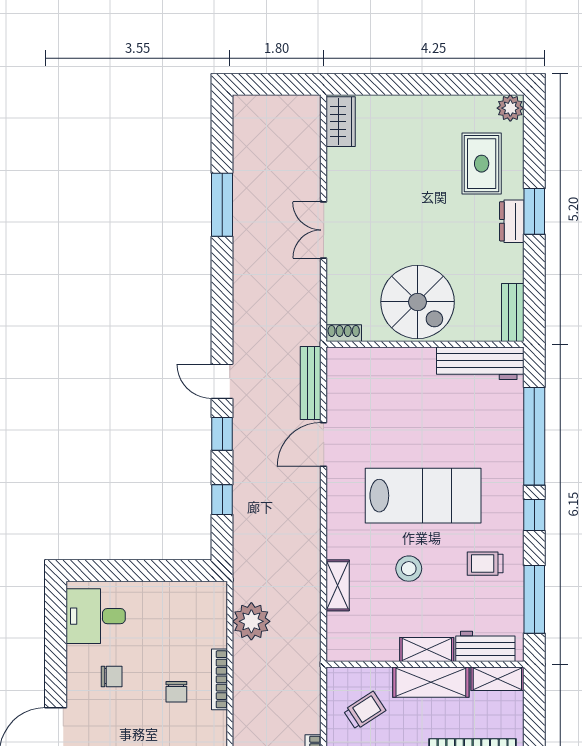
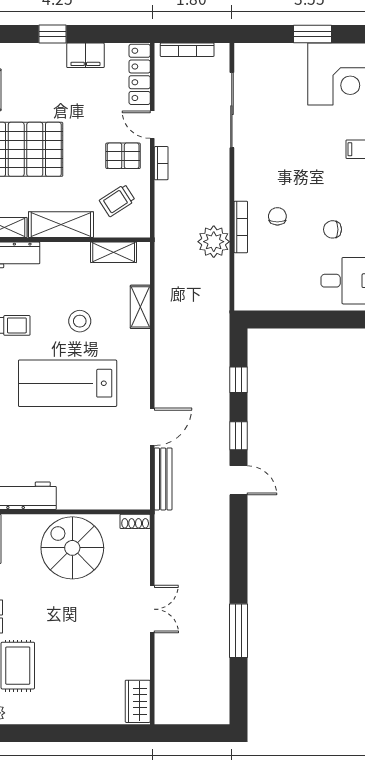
plant: (251, 621) -> (214, 242), moved
shelving: (427, 650) -> (114, 252), moved

